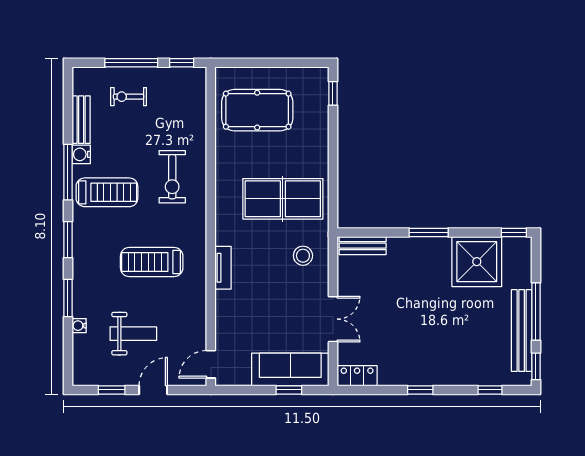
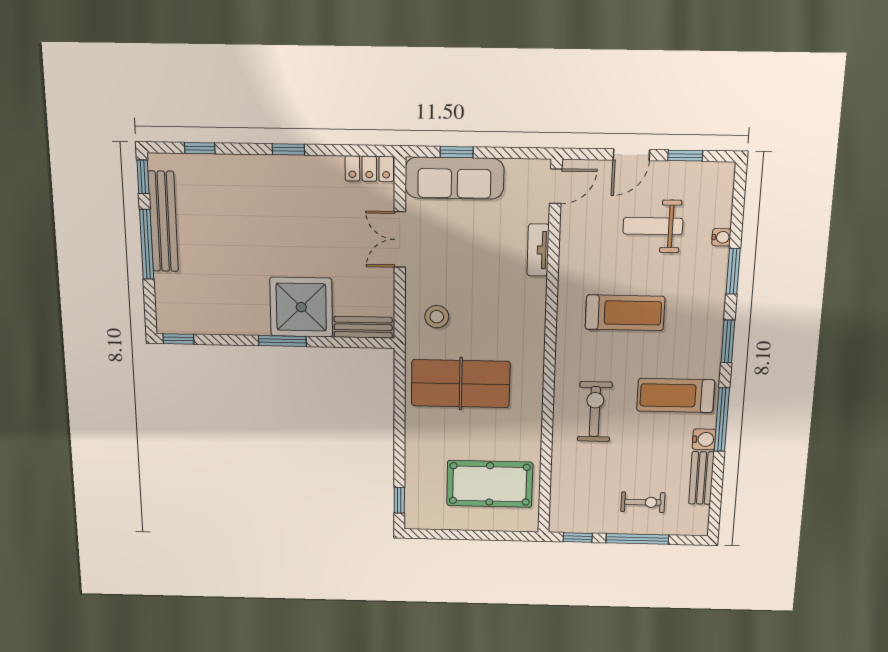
shower: (477, 262) -> (301, 307), moved
tv unit: (223, 268) -> (538, 250), moved

